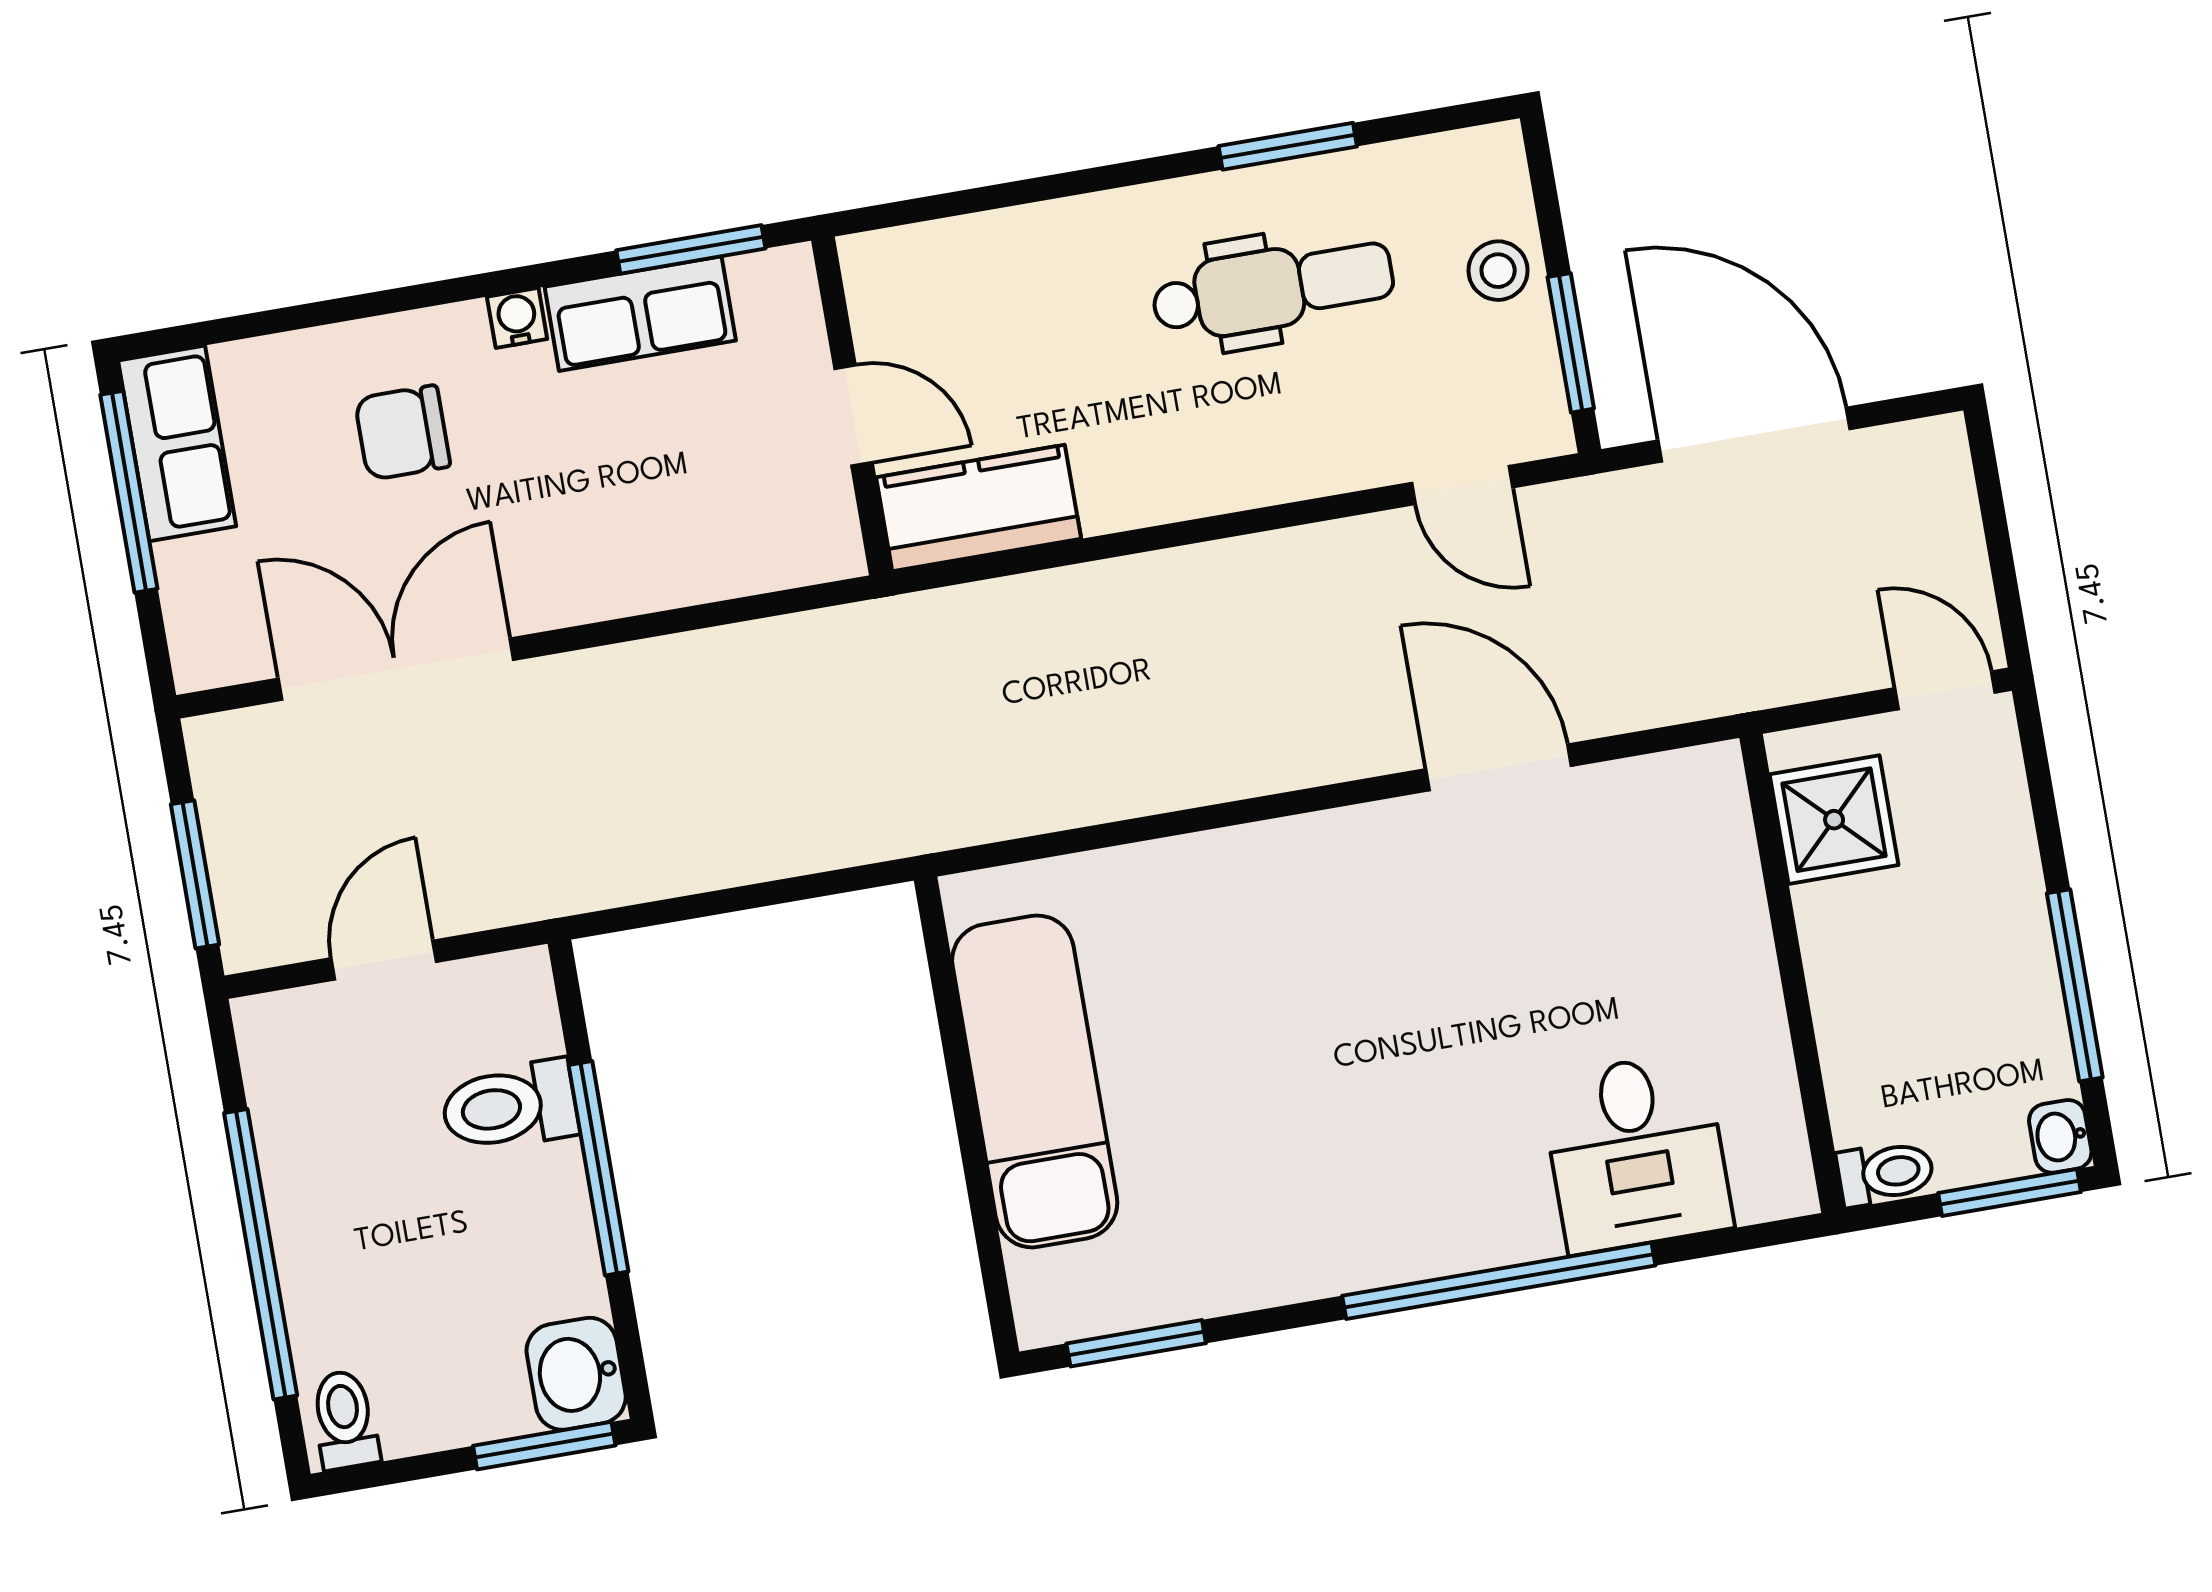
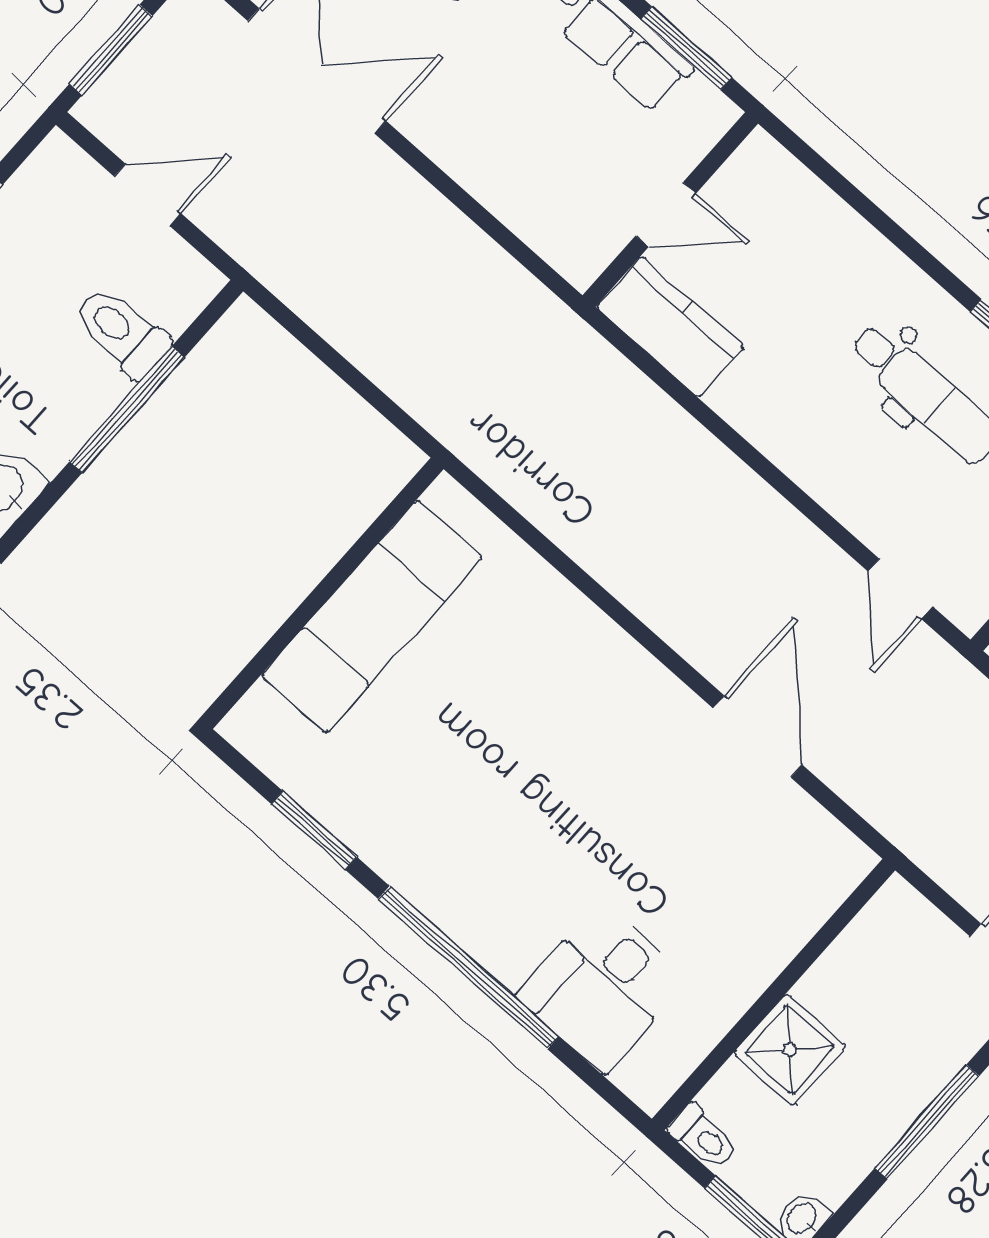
door: (853, 415) -> (666, 215), hinge flipped
shower: (1834, 820) -> (790, 1050), moved
window: (2075, 985) -> (927, 1122), moved
window: (1136, 1343) -> (314, 830), moved

